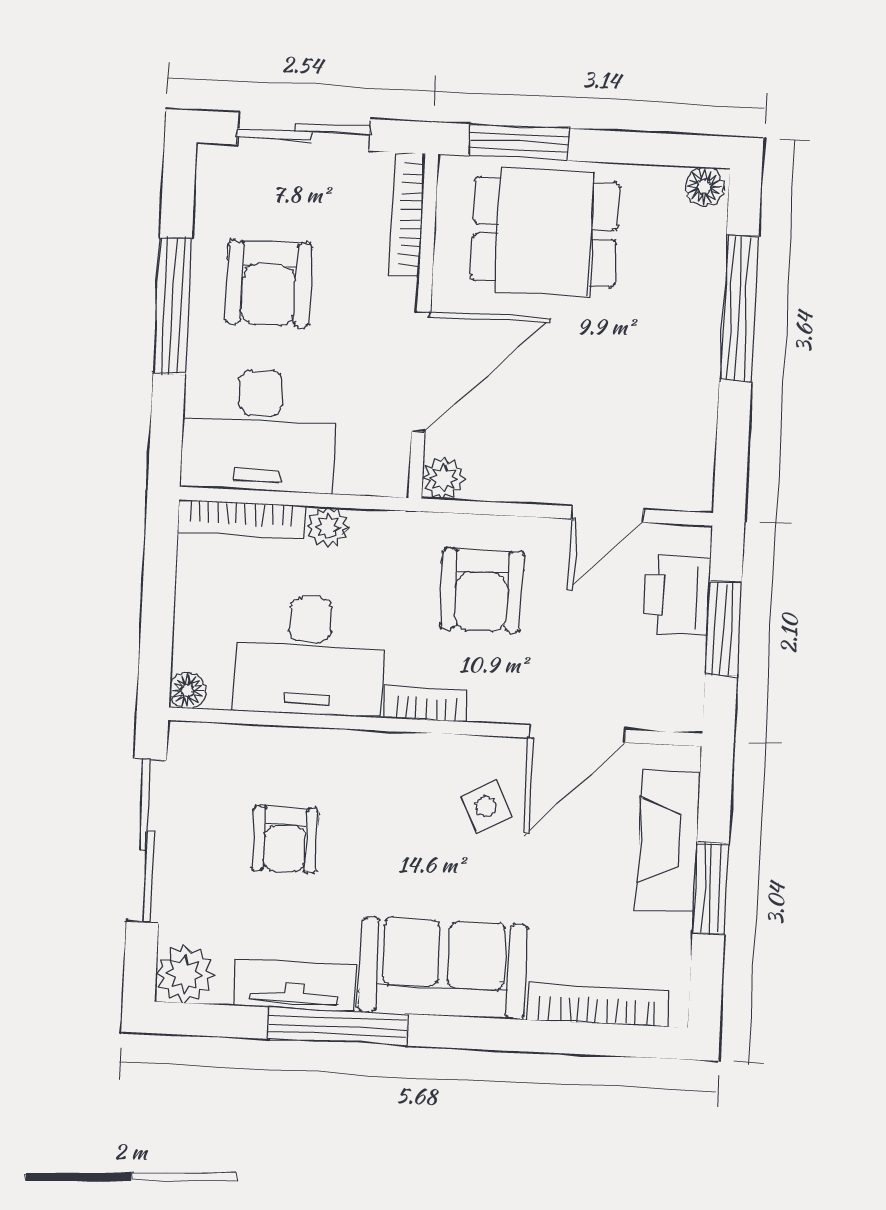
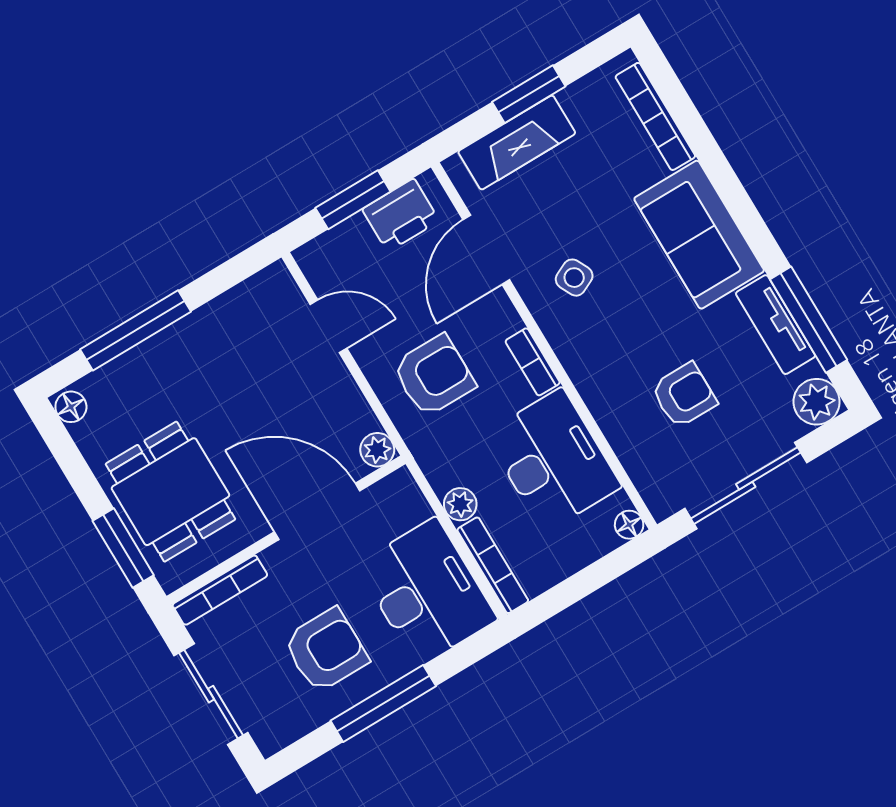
printer: (677, 596) -> (401, 215), moved
door: (577, 734) -> (486, 250), swing flipped
window: (338, 1026) -> (809, 320), moved

